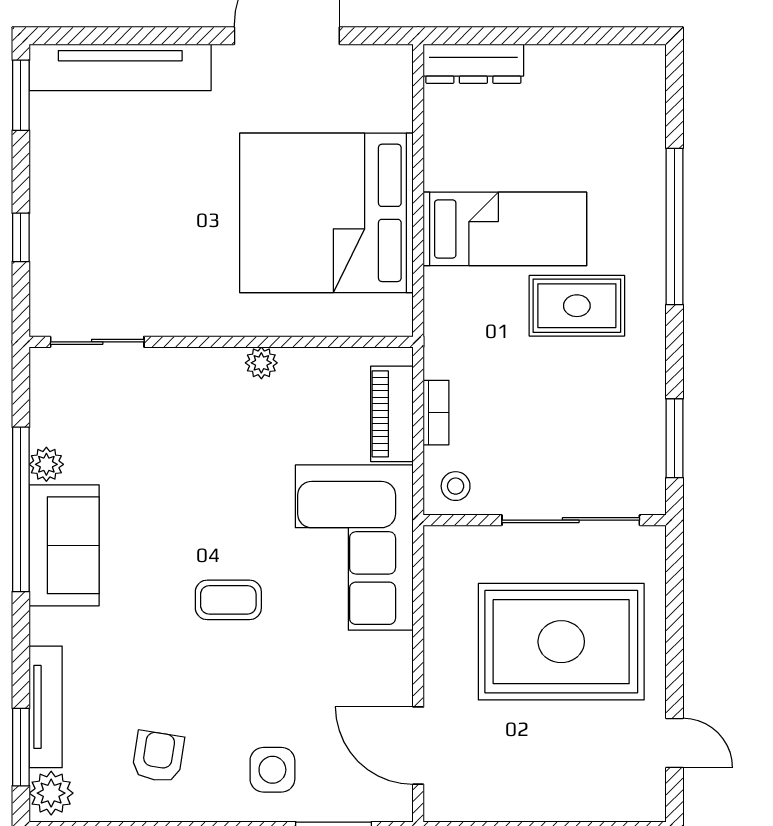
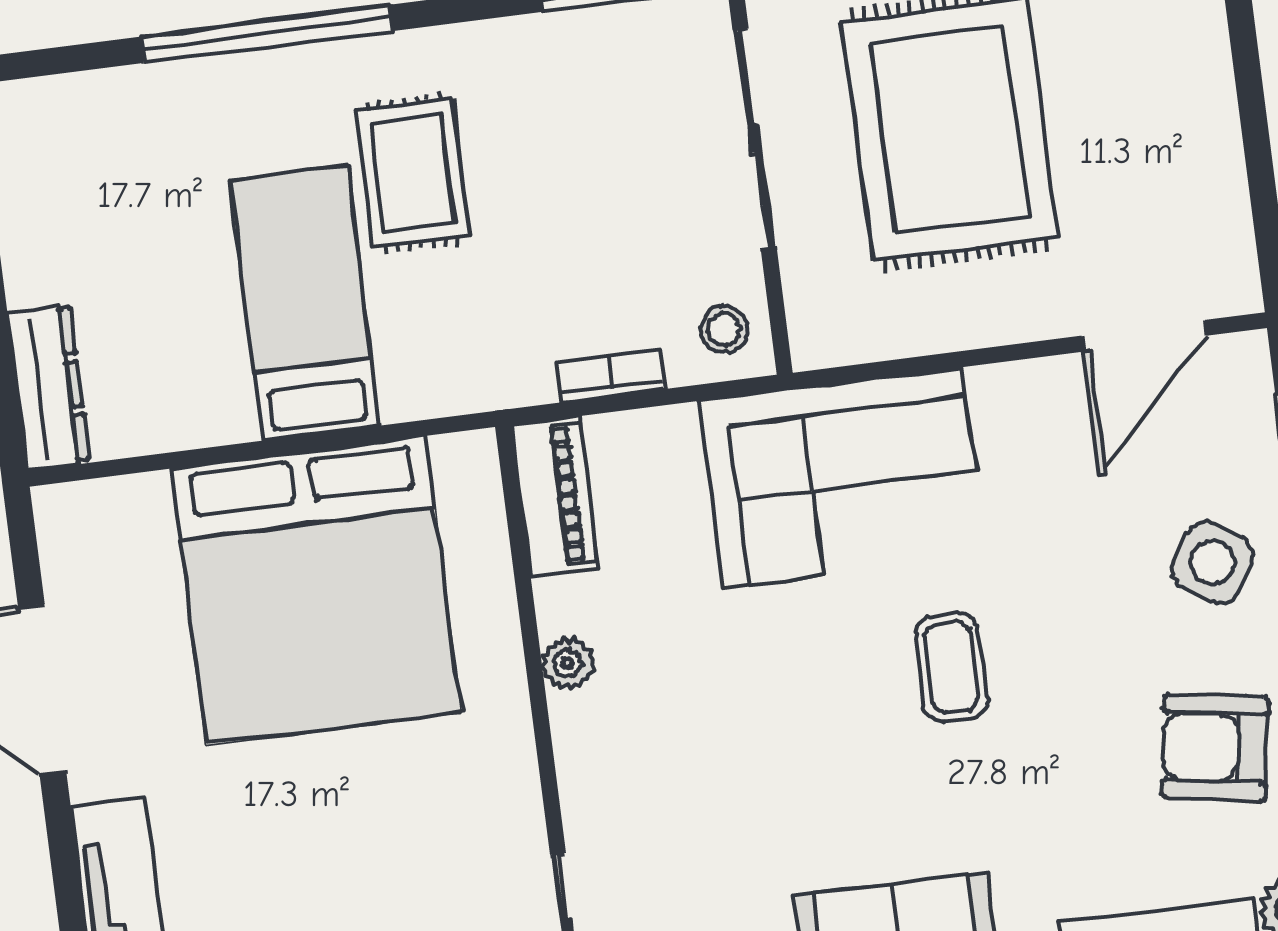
piano: (392, 414) -> (555, 496), moved, turned -90
armchair: (158, 757) -> (1215, 747), width x1.38, depth x1.38
side table: (272, 770) -> (1212, 563), turned 32

